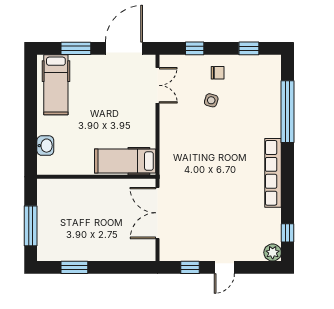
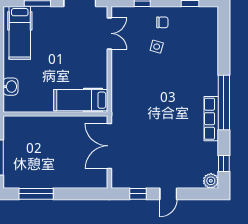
window: (288, 112) -> (224, 103), moved
row of seats: (273, 173) -> (211, 119), width x0.73
window: (74, 267) -> (36, 194), width x1.44

